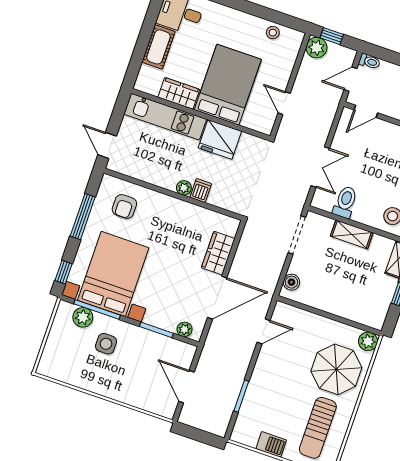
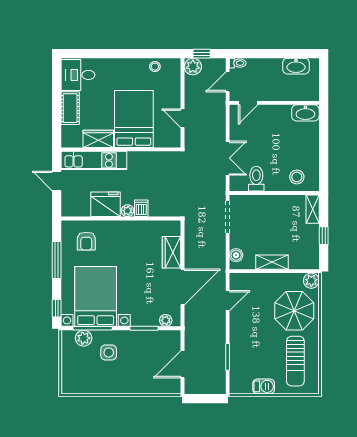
fridge: (220, 139) -> (106, 204), moved, turned 180
door: (107, 145) -> (57, 181), moved
shelving: (352, 234) -> (272, 262), moved
door: (186, 387) -> (183, 364), hinge flipped

